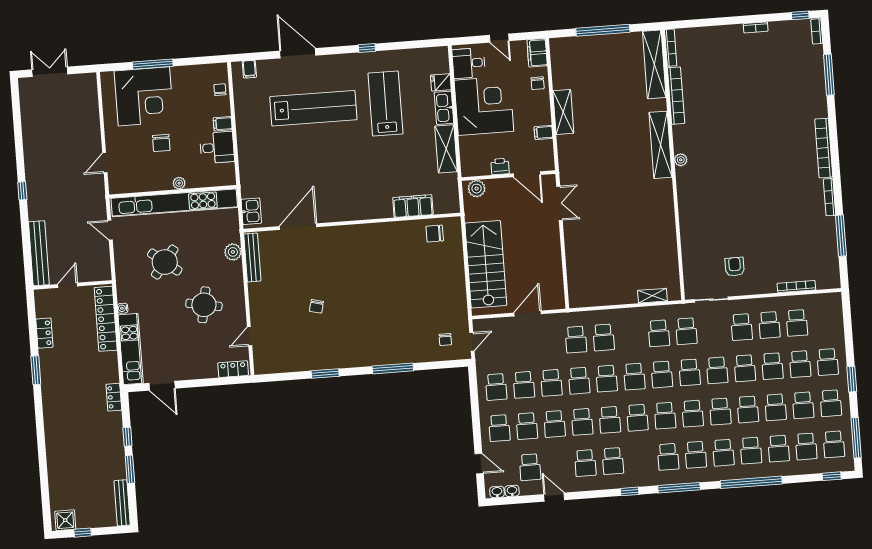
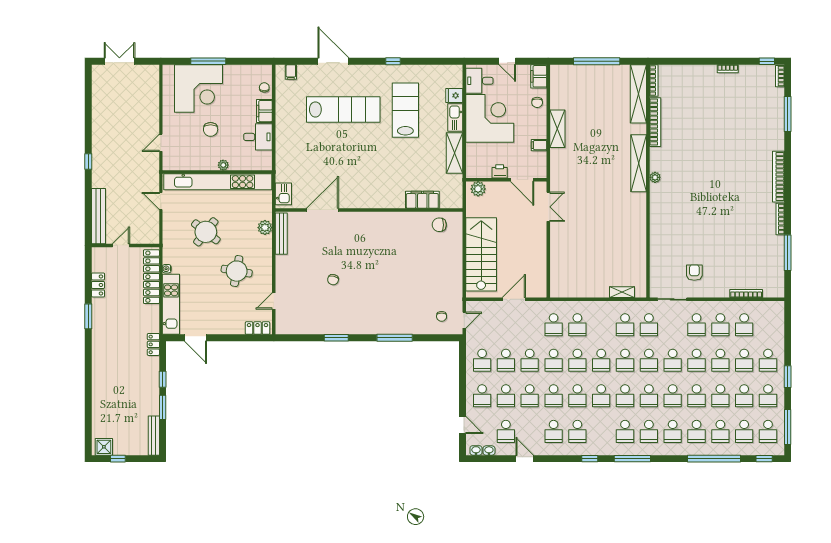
filing cabinet: (223, 124) -> (264, 111), width x2.00
window: (751, 482) -> (714, 459), moved

